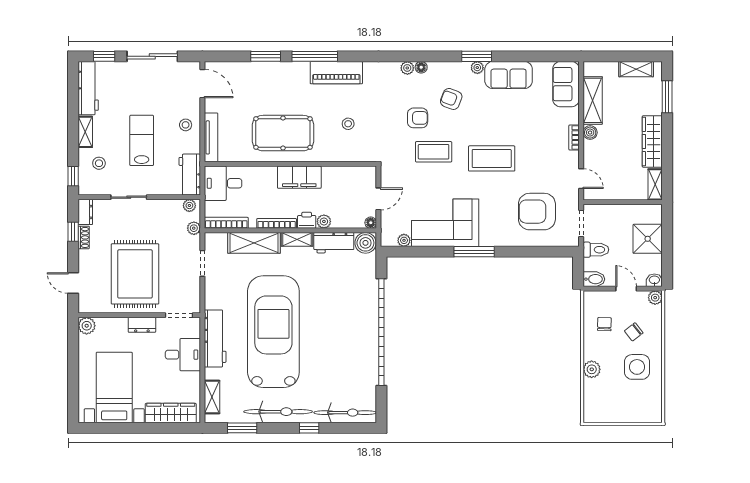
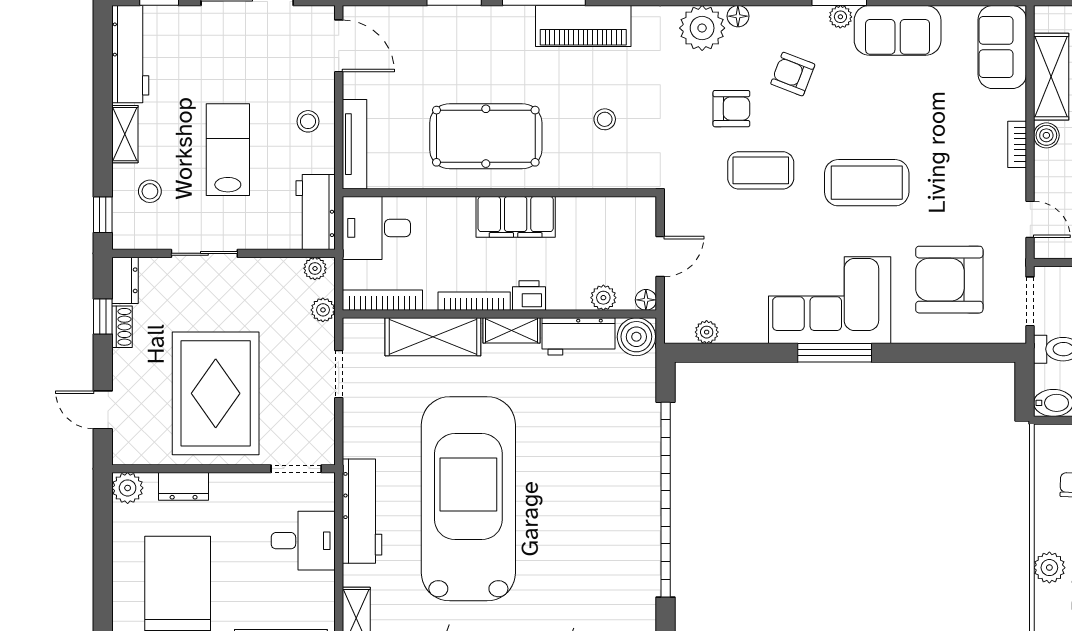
plant: (407, 68) -> (702, 28), width x1.88, depth x1.88
plant: (324, 221) -> (603, 298), moved
corner sofa: (445, 223) -> (830, 300), moved
dresser: (142, 325) -> (184, 486), moved

